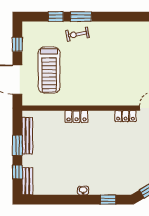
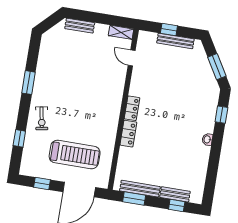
window: (81, 17) -> (28, 83), moved
locker: (126, 116) -> (132, 108), moved
window: (17, 145) -> (134, 199), moved
bench: (27, 181) -> (175, 194), moved

